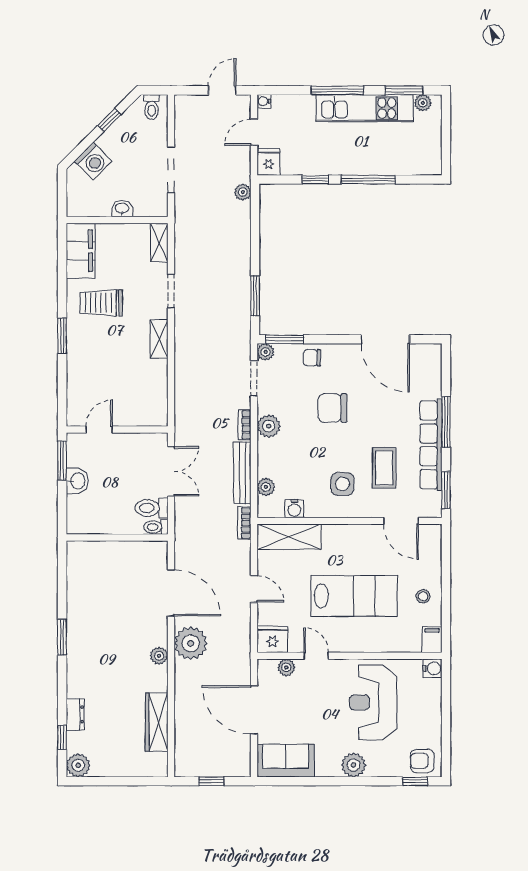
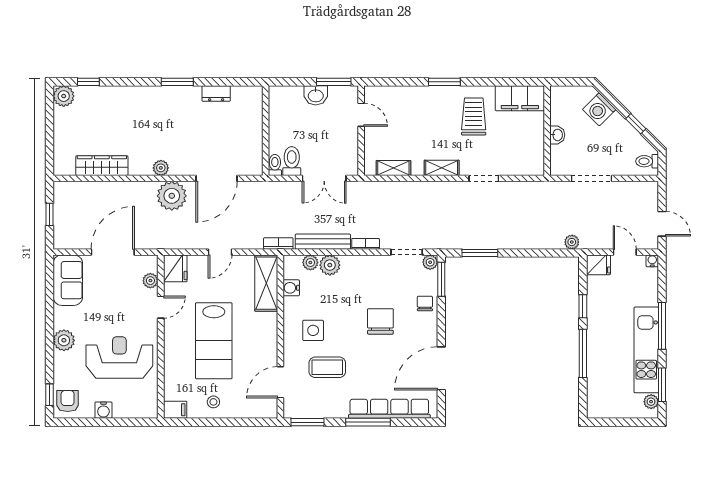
shelving: (159, 242) -> (393, 168), moved
plant: (269, 426) -> (330, 265), moved
row of seats: (431, 445) -> (389, 409), moved
water cooler: (432, 668) -> (103, 410), moved
dresser: (75, 714) -> (216, 93), moved

